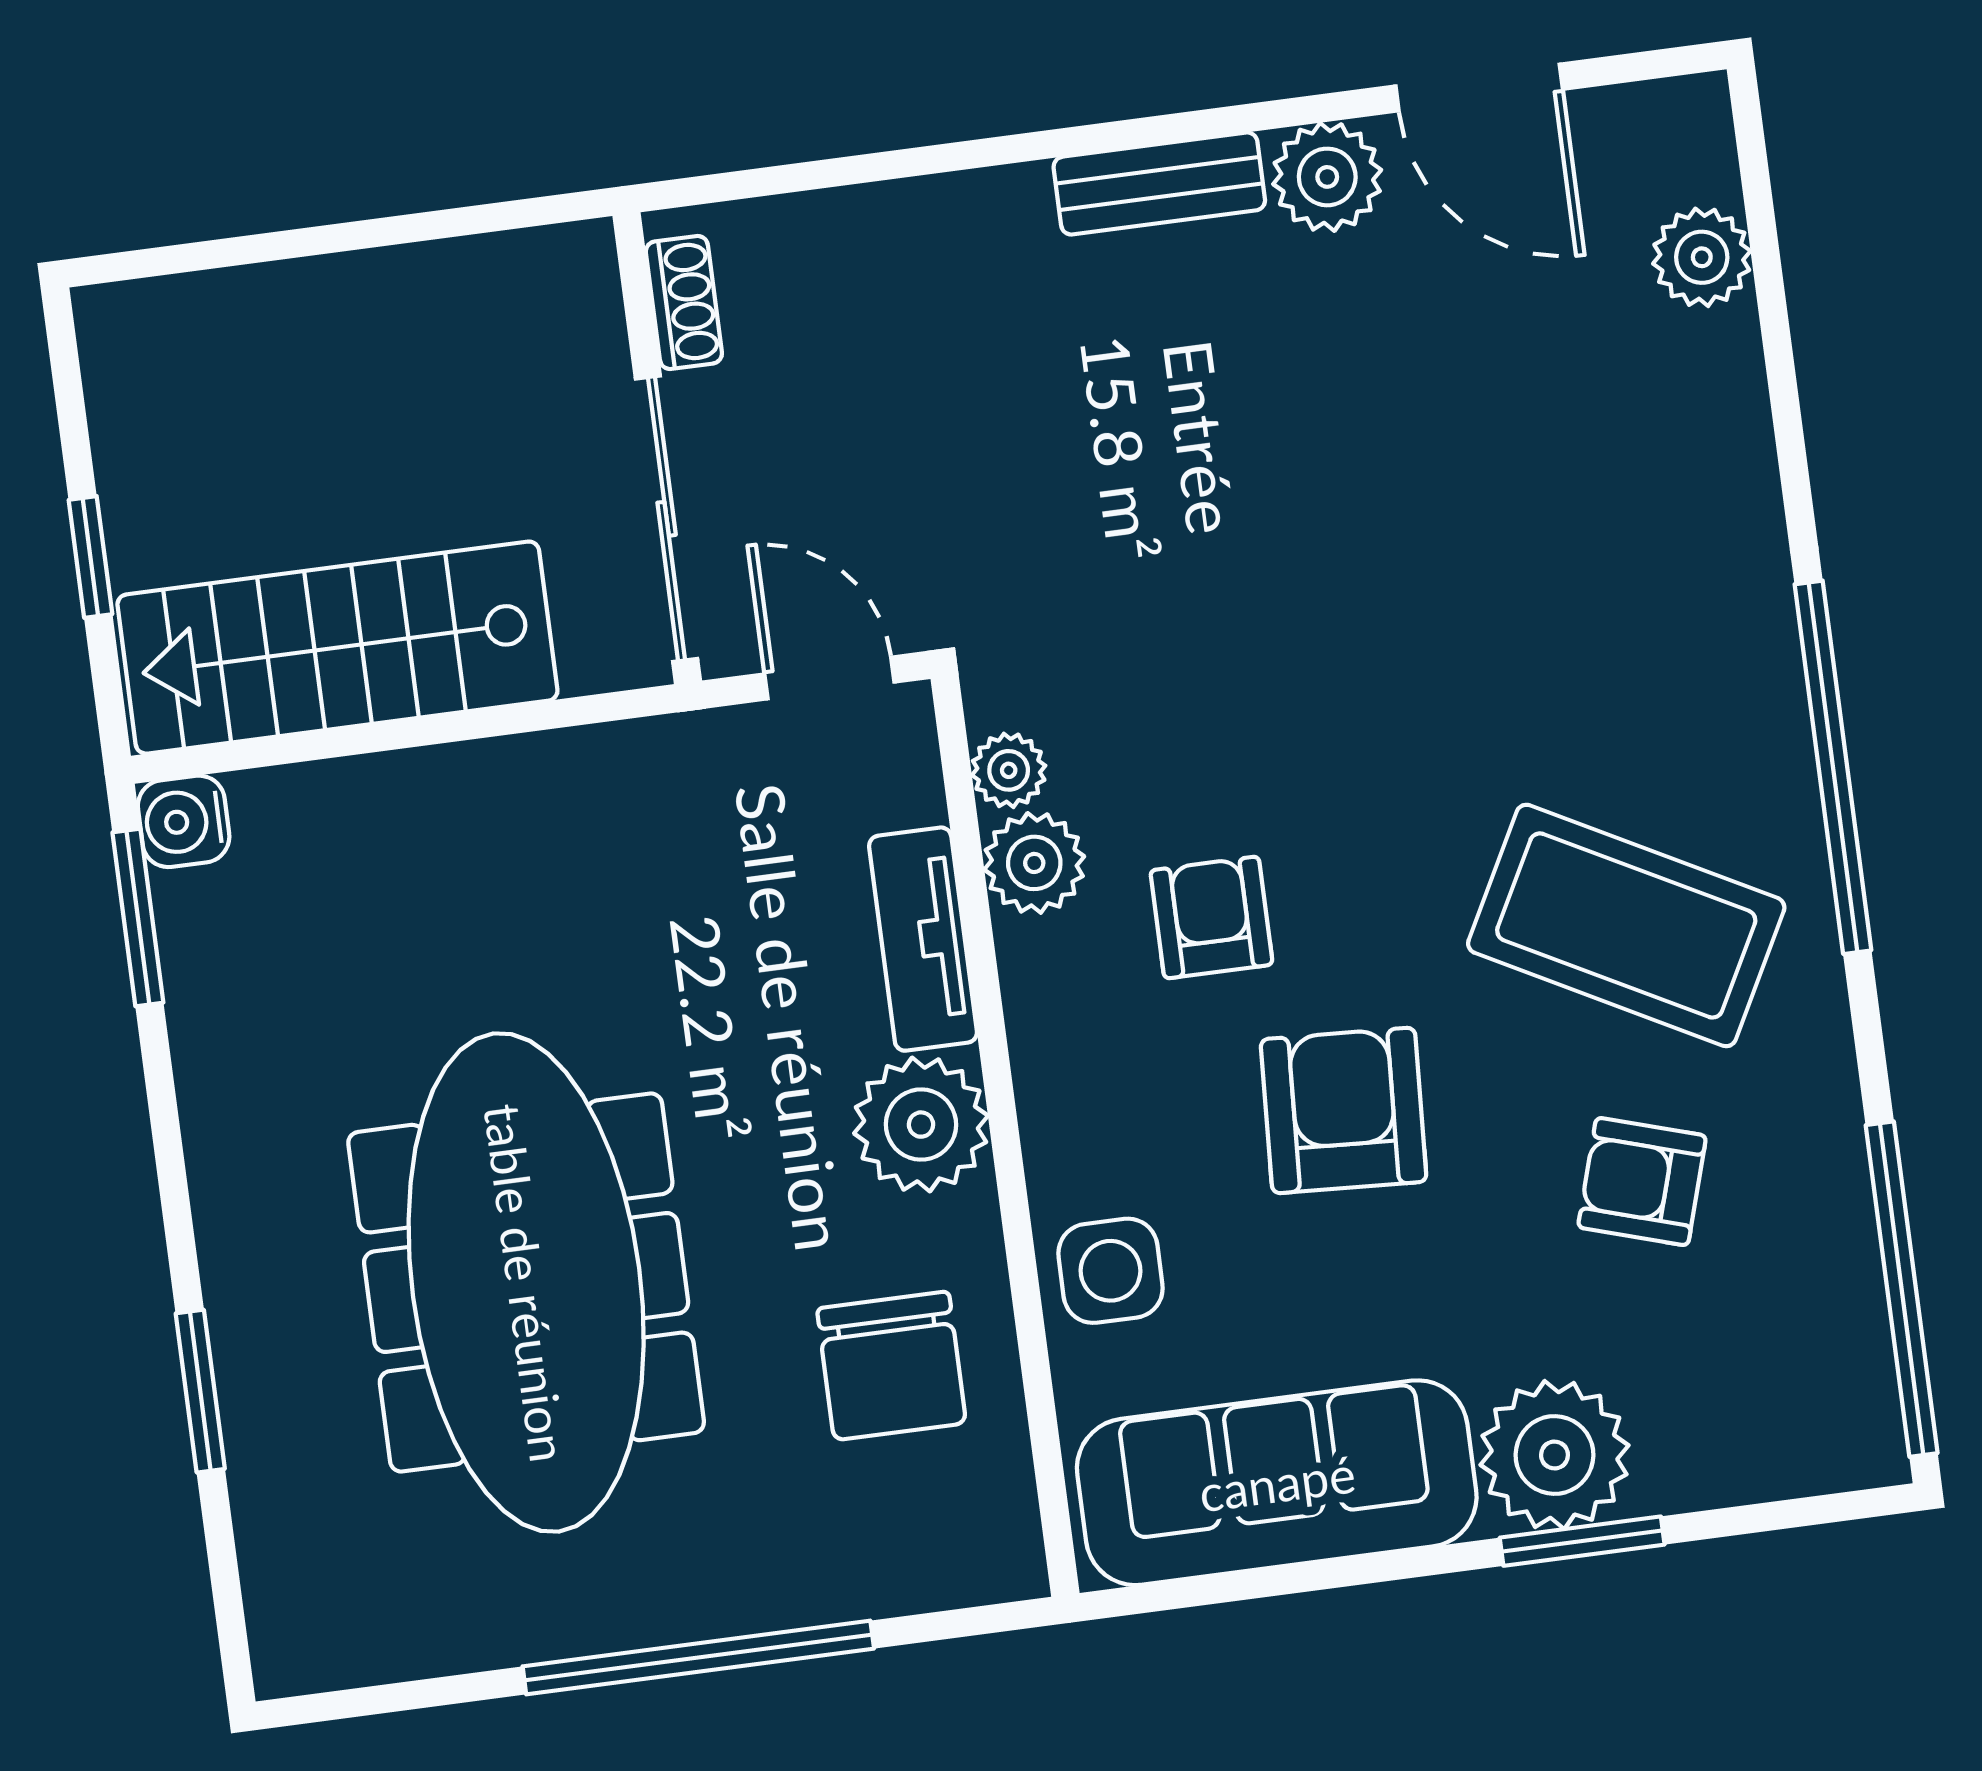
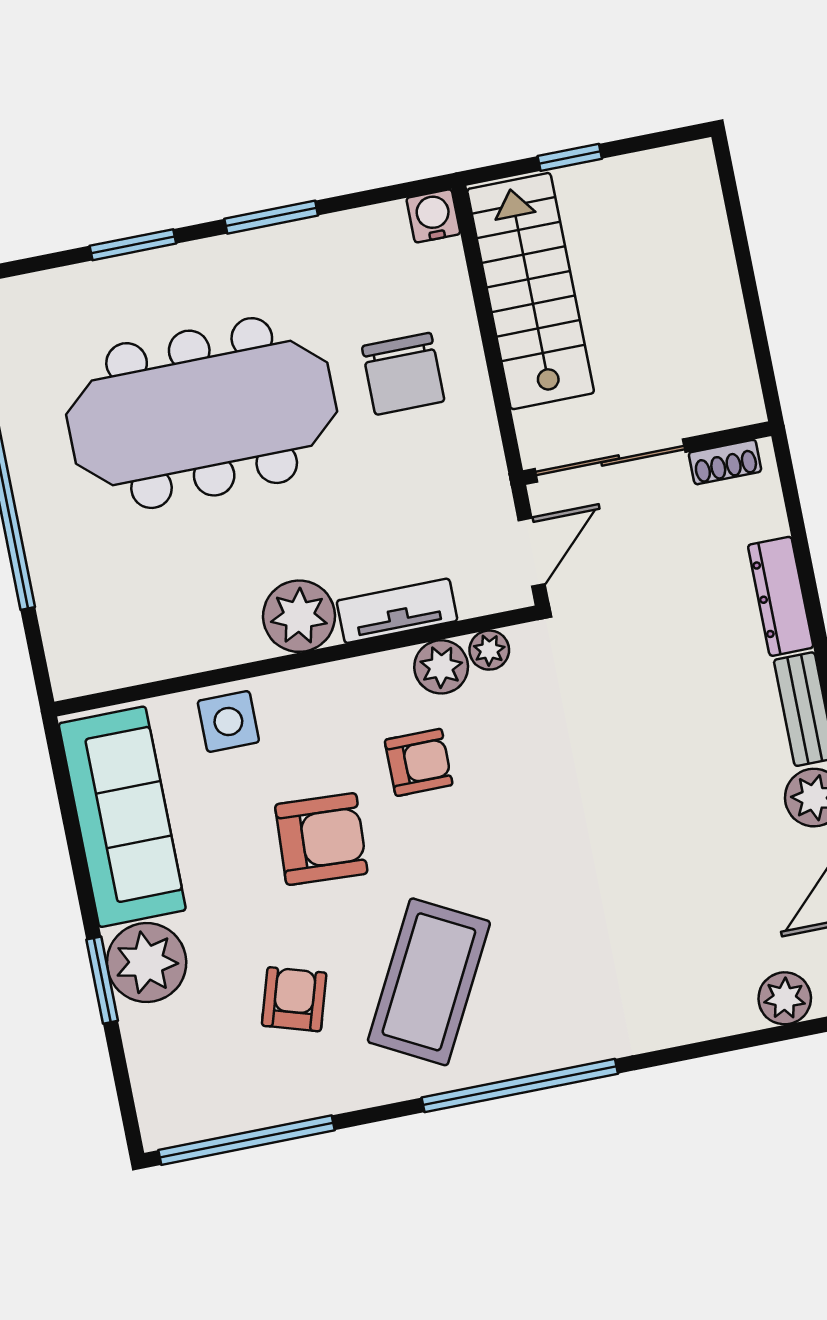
dresser: (944, 215) -> (781, 596), added
window: (138, 917) -> (271, 217), moved
chair: (891, 1366) -> (403, 374), moved, turned -90

